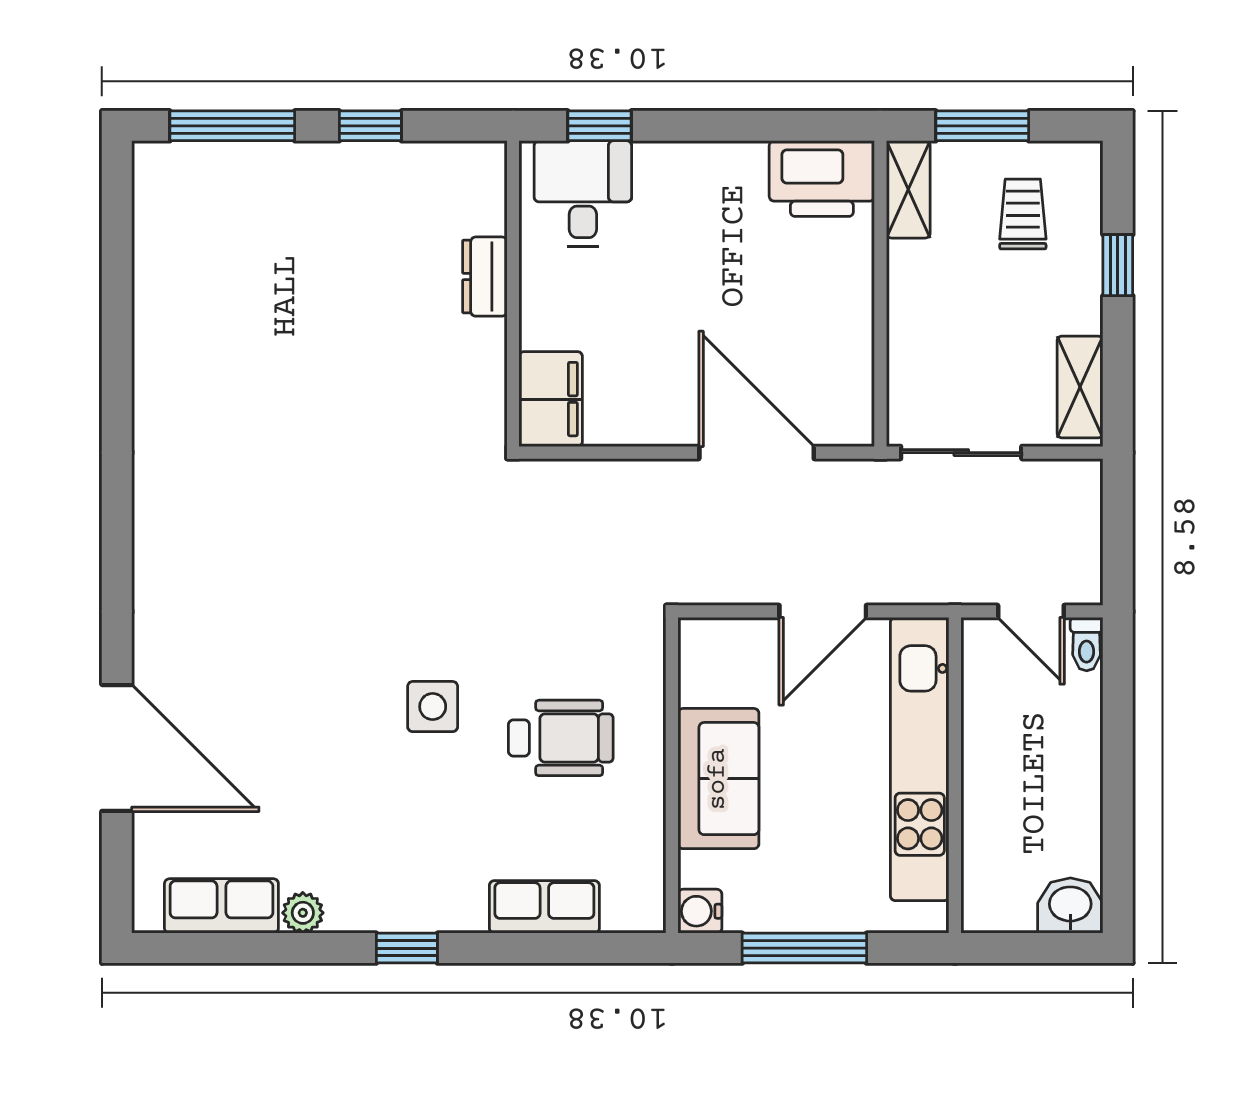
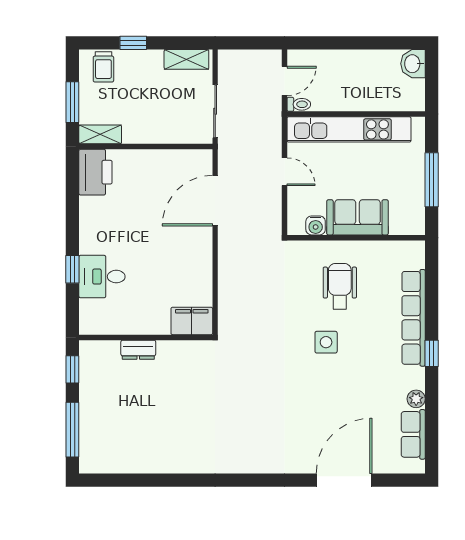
trolley: (1023, 214) -> (103, 67), moved, turned -90
dresser: (485, 277) -> (138, 350), moved
wall: (513, 294) -> (146, 337), moved
filing cabinet: (551, 399) -> (192, 321), moved
door: (823, 611) -> (285, 172), width x0.73
toilet: (1087, 644) -> (299, 104), moved
row of seats: (544, 907) -> (414, 318), width x2.02
water cooler: (700, 911) -> (316, 225), moved

